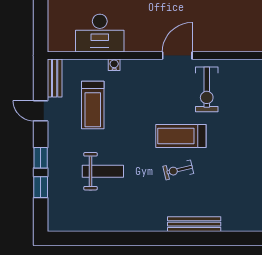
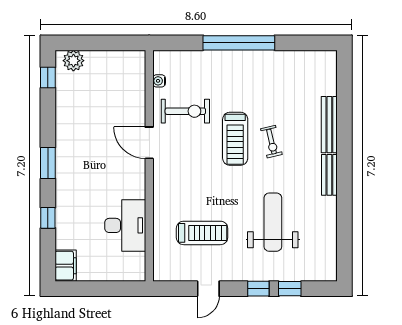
water cooler: (114, 65) -> (159, 81), moved
bench: (55, 78) -> (329, 175), moved, turned 90
weight bench: (103, 171) -> (273, 222), width x1.36, depth x1.33

